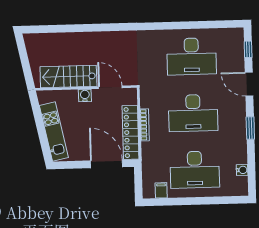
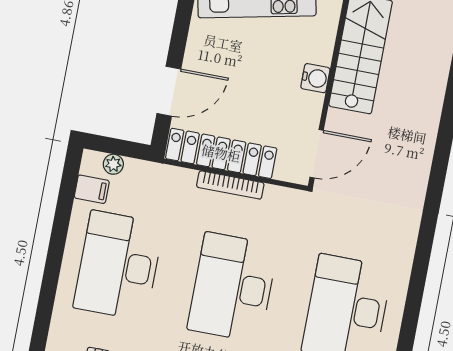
door: (110, 87) -> (317, 154), moved
door: (106, 164) -> (169, 91), width x0.73
plant: (147, 183) -> (113, 164), added

